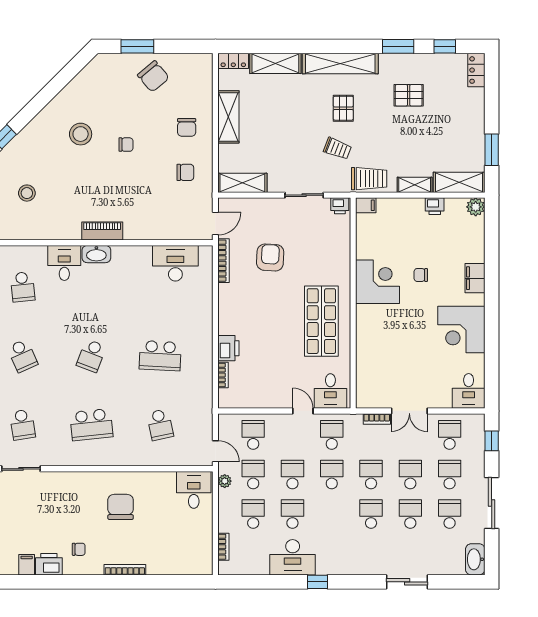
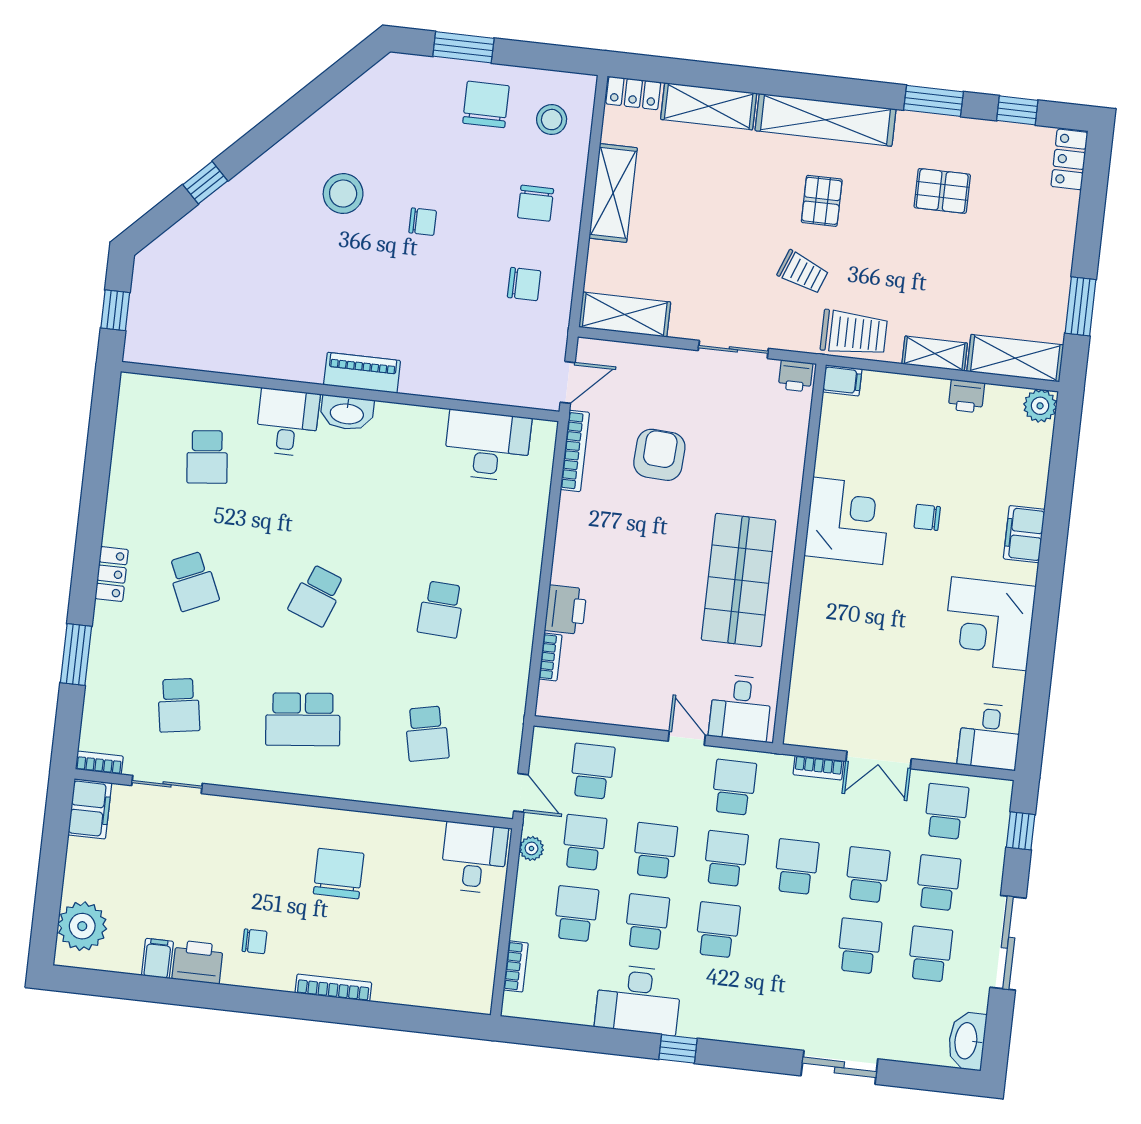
chair: (153, 76) -> (486, 104), turned -140
stool: (27, 193) -> (552, 120), moved
school desk: (160, 356) -> (441, 609), width x0.54
school desk: (371, 514) -> (718, 930), moved

